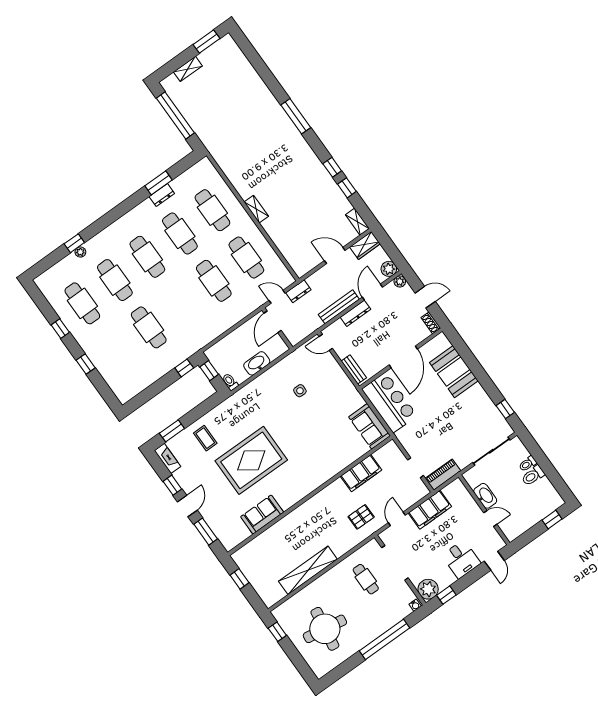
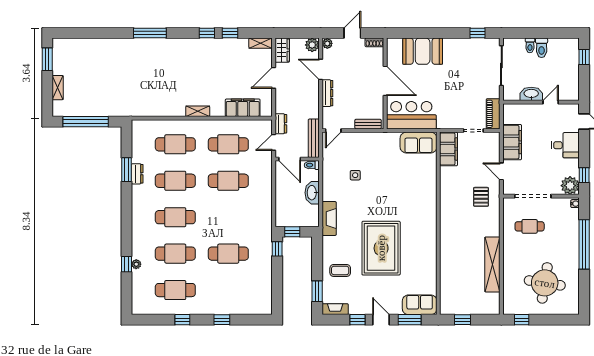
filing cabinet: (288, 247) -> (243, 108), added
bench: (339, 307) -> (314, 138), moved
toilet: (230, 382) -> (312, 165), moved
fireplace: (245, 395) -> (329, 219), added
filing cabinet: (361, 473) -> (449, 149), moved
sofa: (262, 515) -> (420, 305), moved, turned 90

